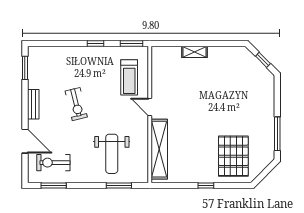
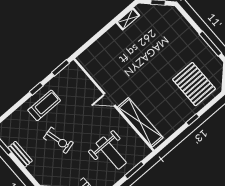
shelving: (195, 52) -> (128, 19), moved
treadmill: (129, 77) -> (44, 105), moved, turned -90
bench: (33, 104) -> (20, 154), moved

